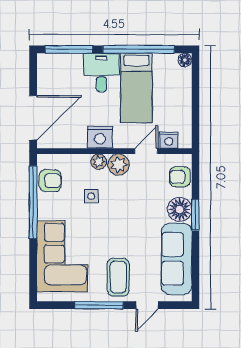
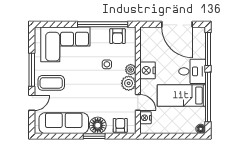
door: (33, 118) -> (177, 24), moved
door: (147, 305) -> (32, 103), swing flipped

